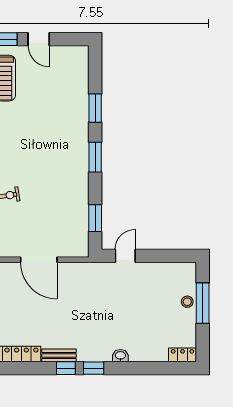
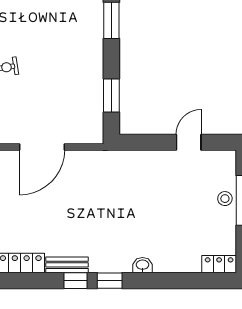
door: (125, 256) -> (189, 142), moved
door: (39, 260) -> (42, 147), hinge flipped

